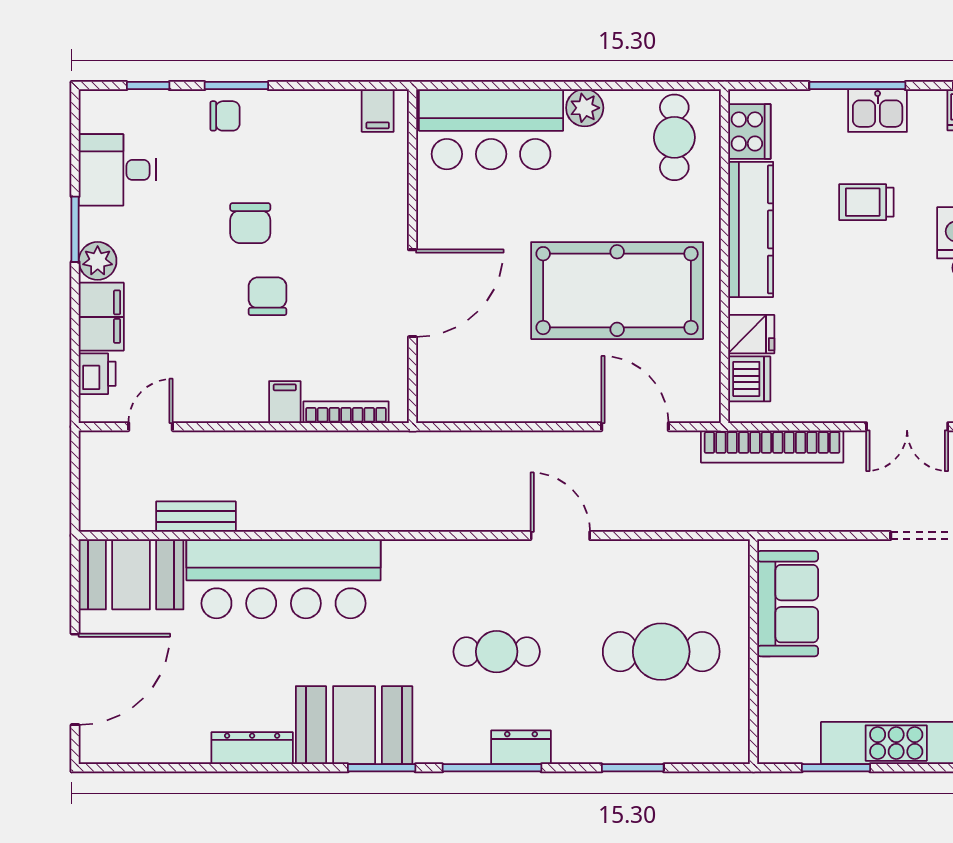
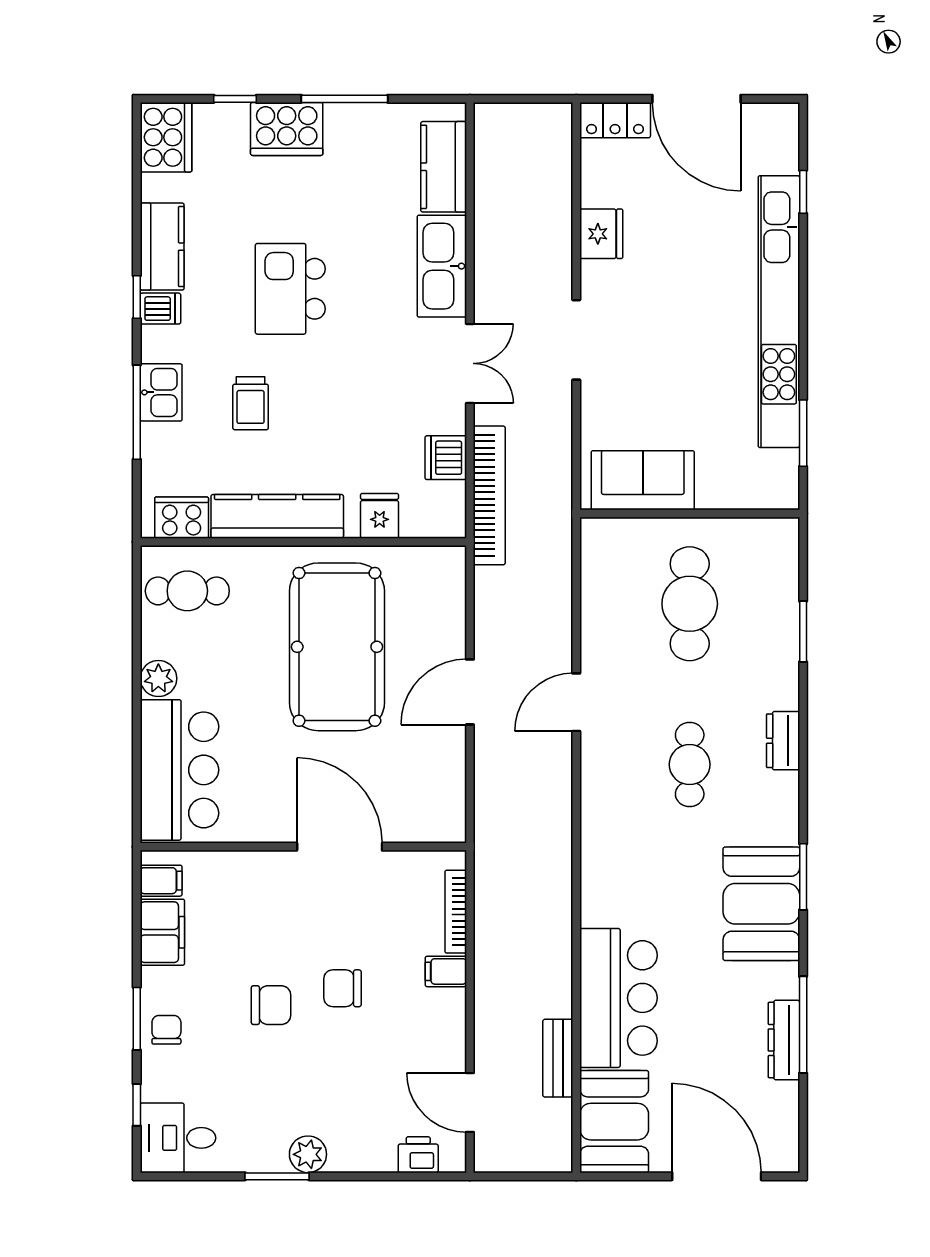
desk: (117, 170) -> (178, 1138), moved, turned 90
filing cabinet: (101, 317) -> (162, 932), moved, turned 90
dishwasher: (749, 379) -> (446, 458), moved, turned -90
door: (151, 427) -> (470, 1102), width x1.38
door: (635, 427) -> (470, 692), moved
bar counter: (284, 579) -> (618, 998), width x0.73
dresser: (252, 748) -> (784, 1040), moved
window: (492, 768) -> (803, 1025), moved

